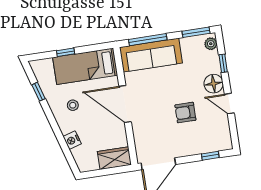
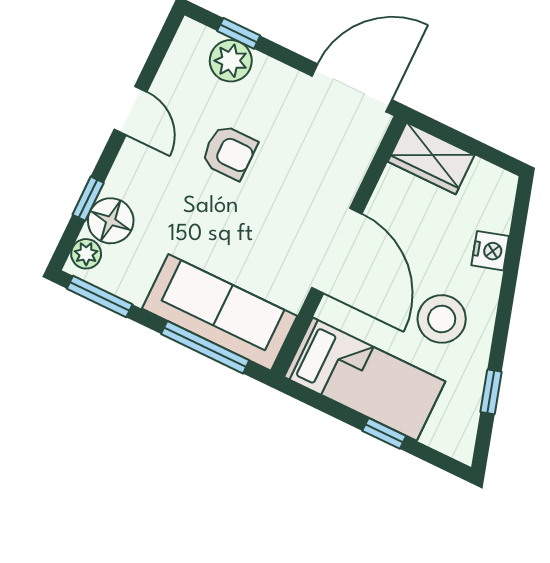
floor lamp: (214, 84) -> (111, 221), moved
stool: (73, 105) -> (442, 319), width x1.89, depth x1.89
plant: (206, 144) -> (231, 61), added

